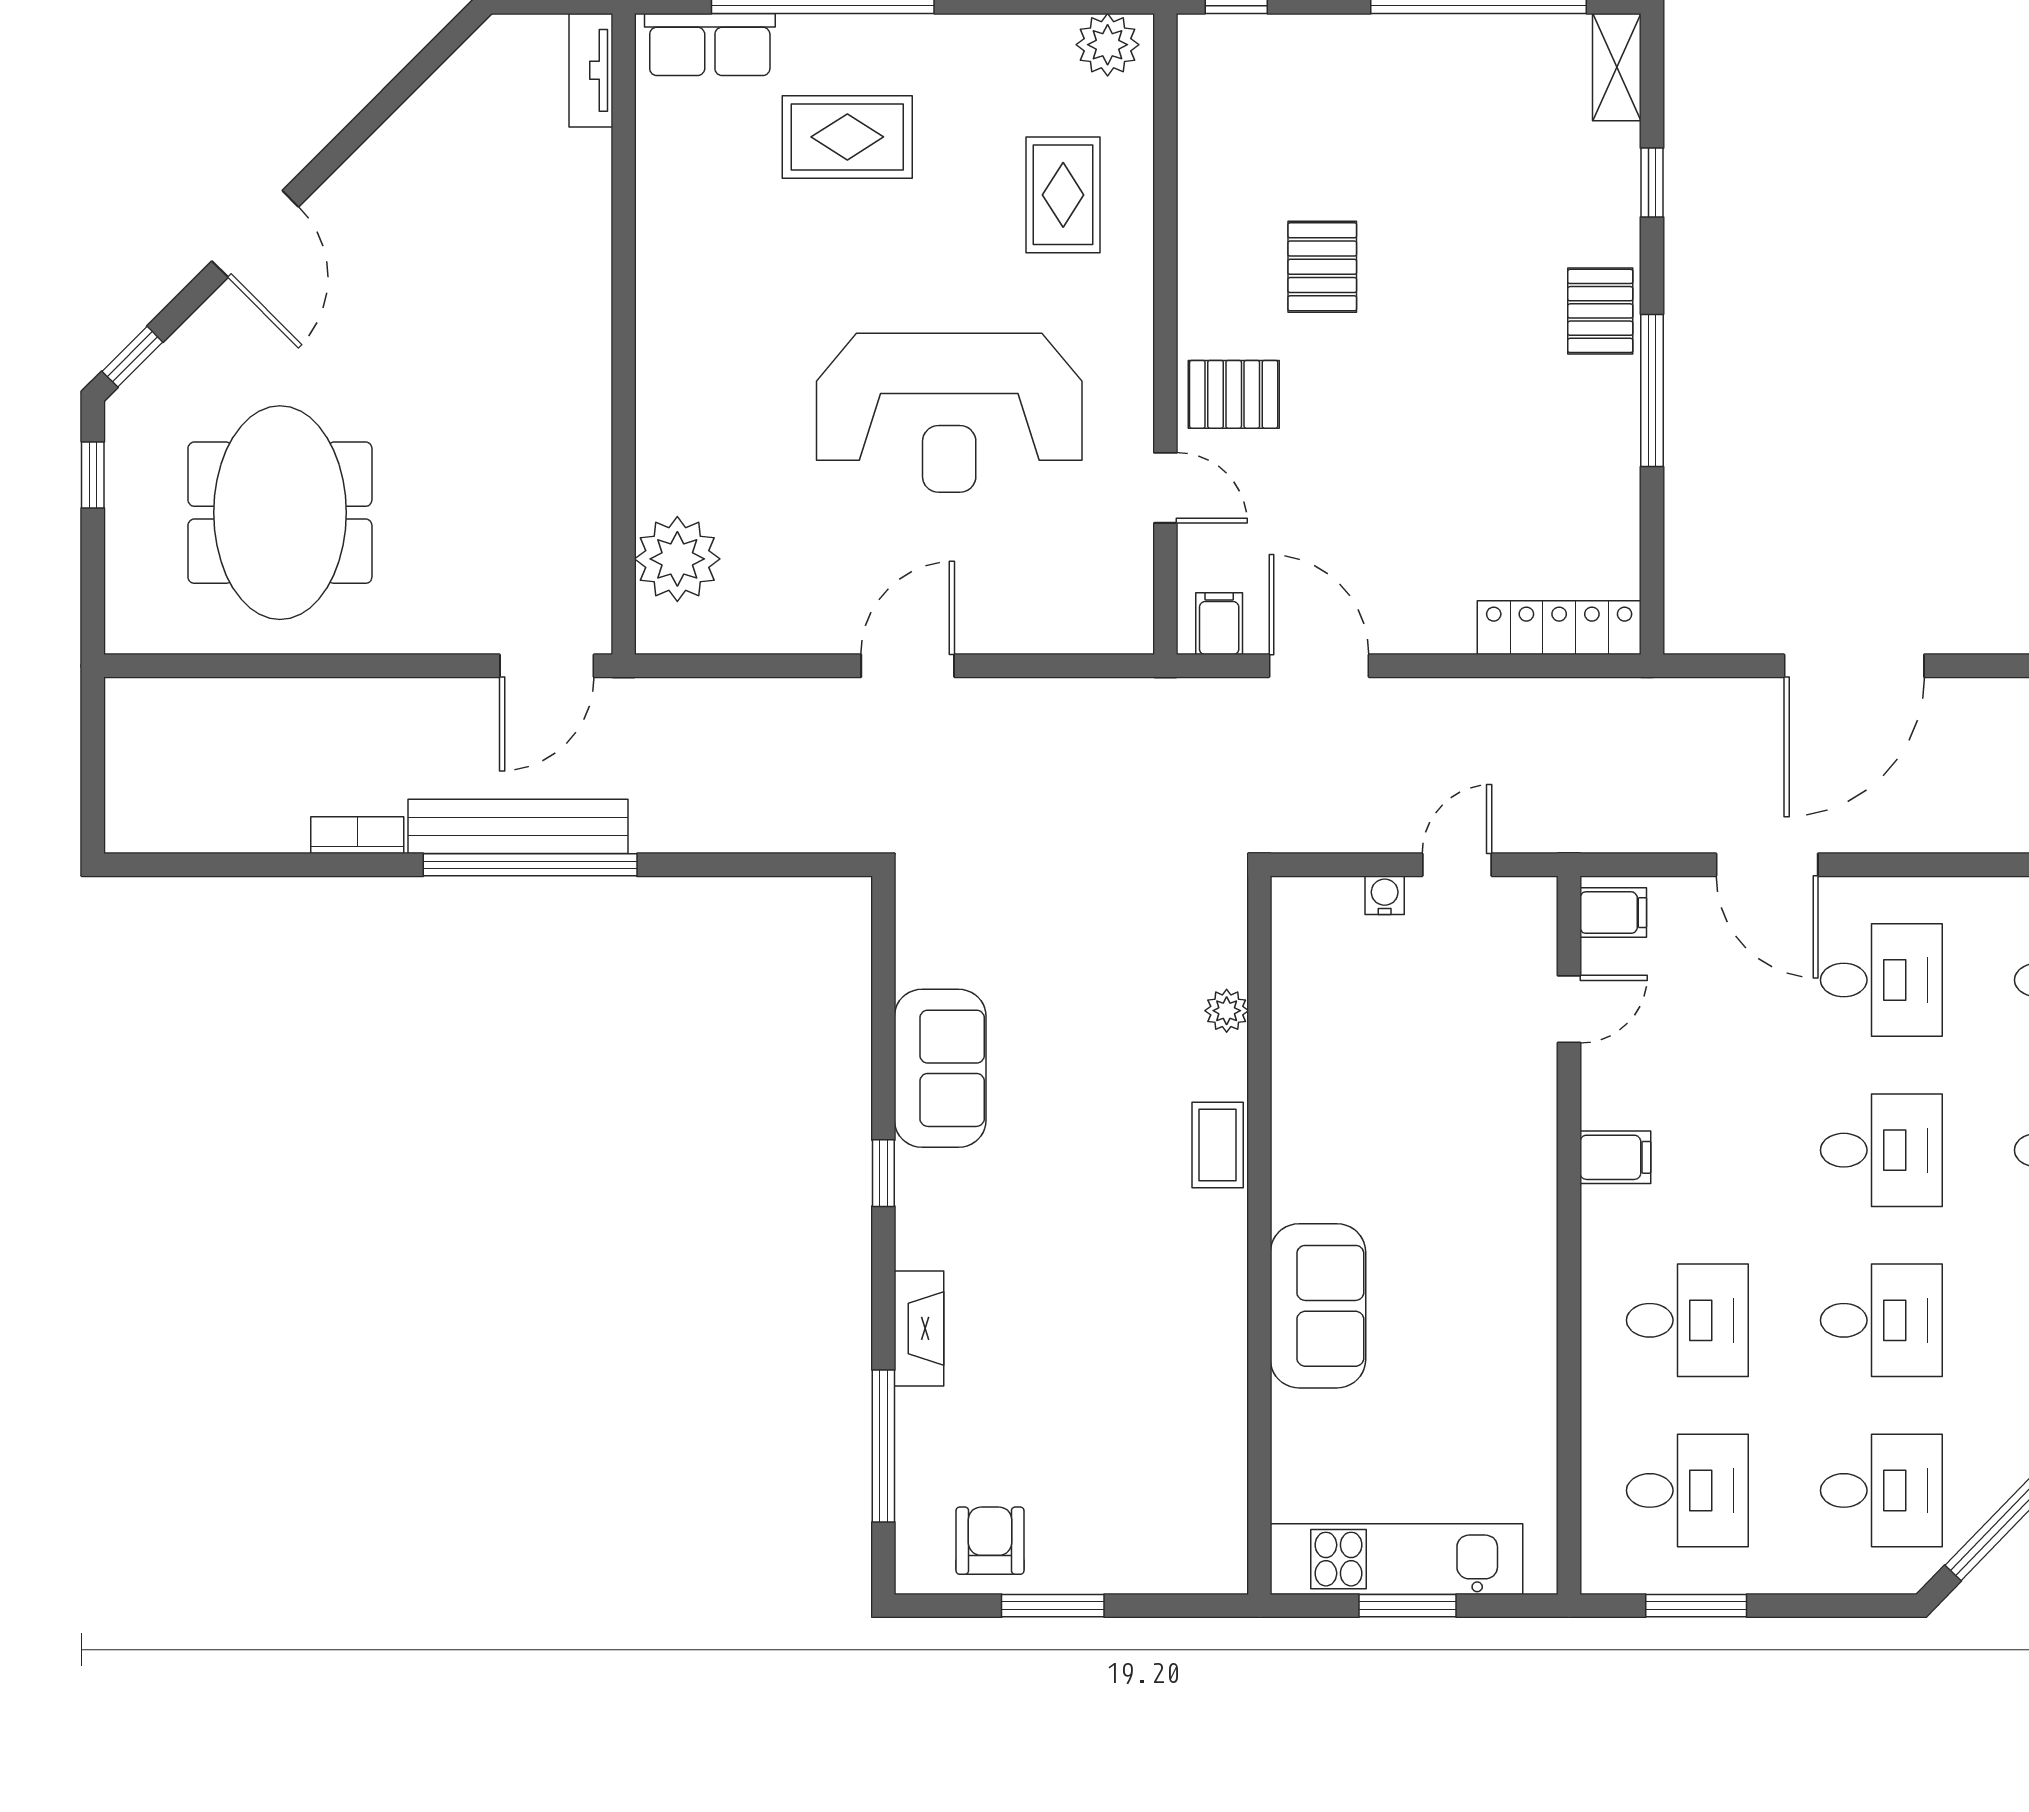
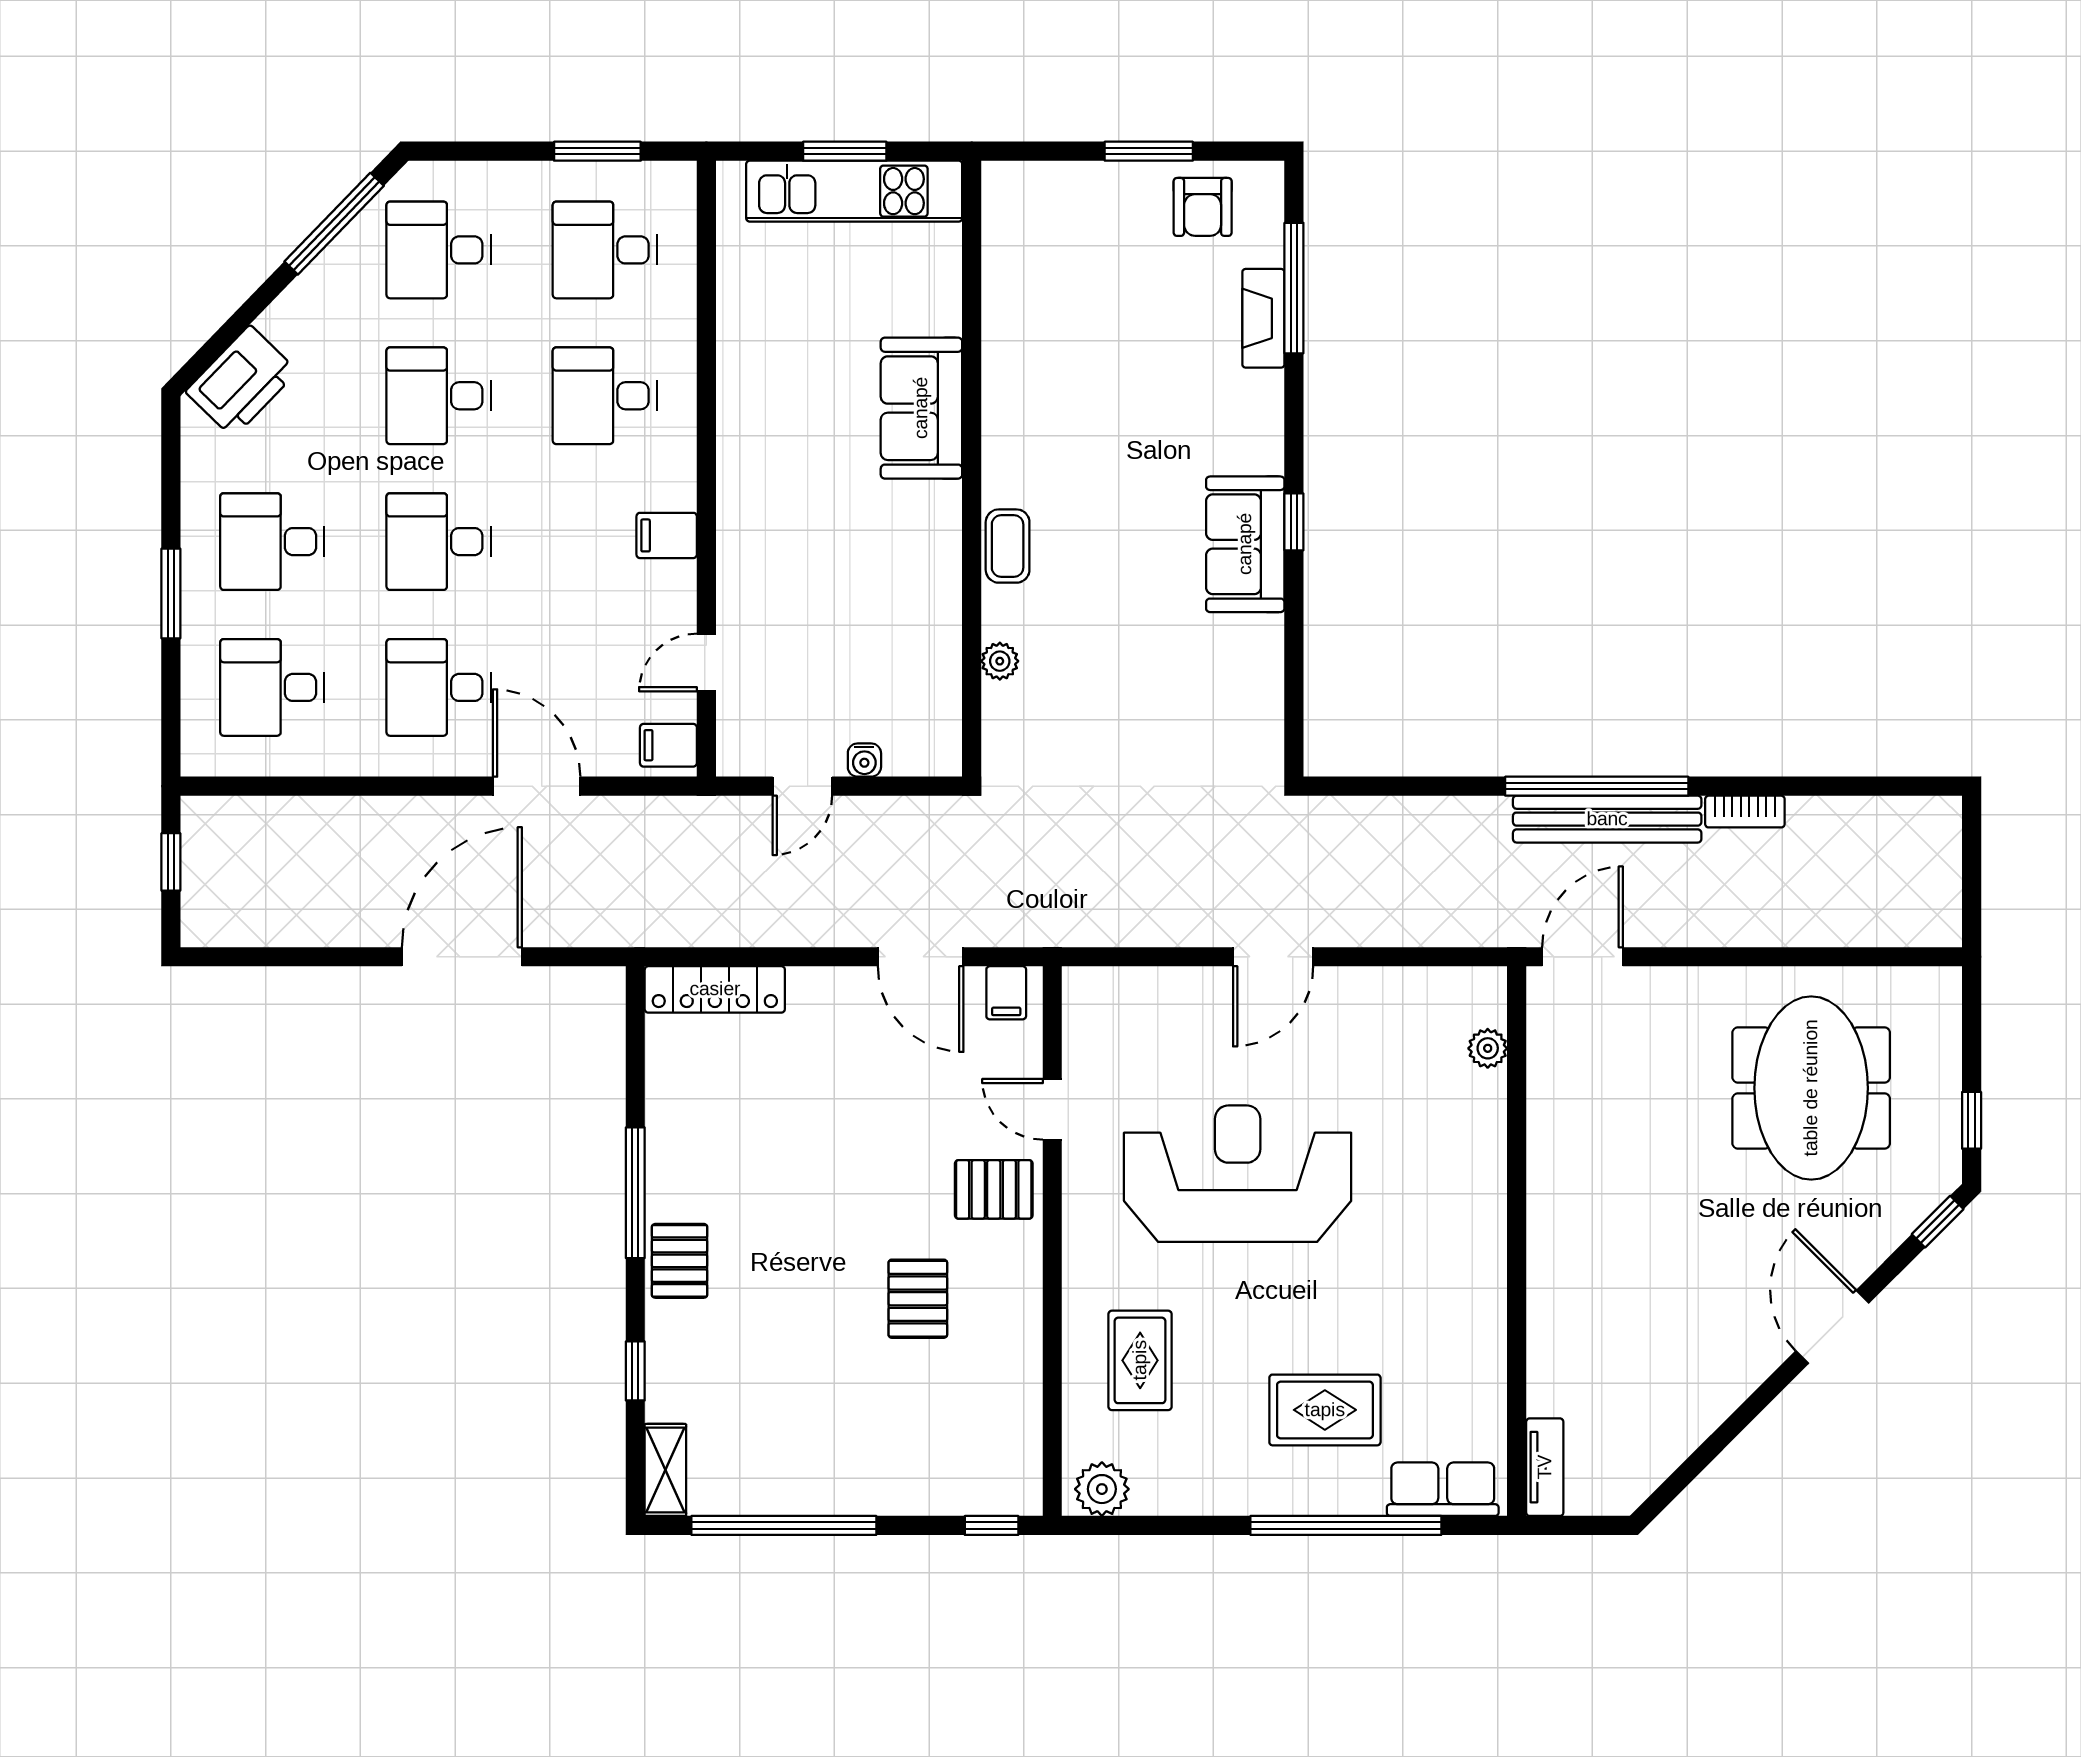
plant: (677, 559) -> (1488, 1048), width x0.53, depth x0.53
sofa: (940, 1068) -> (1245, 544), moved
fireplace: (919, 1328) -> (1263, 318), moved

